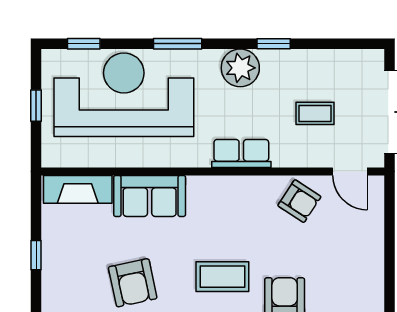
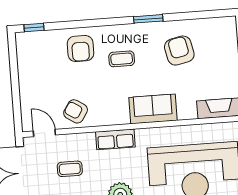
sofa: (150, 196) -> (153, 109), moved
coffee table: (222, 277) -> (122, 59), width x0.73, depth x0.77

